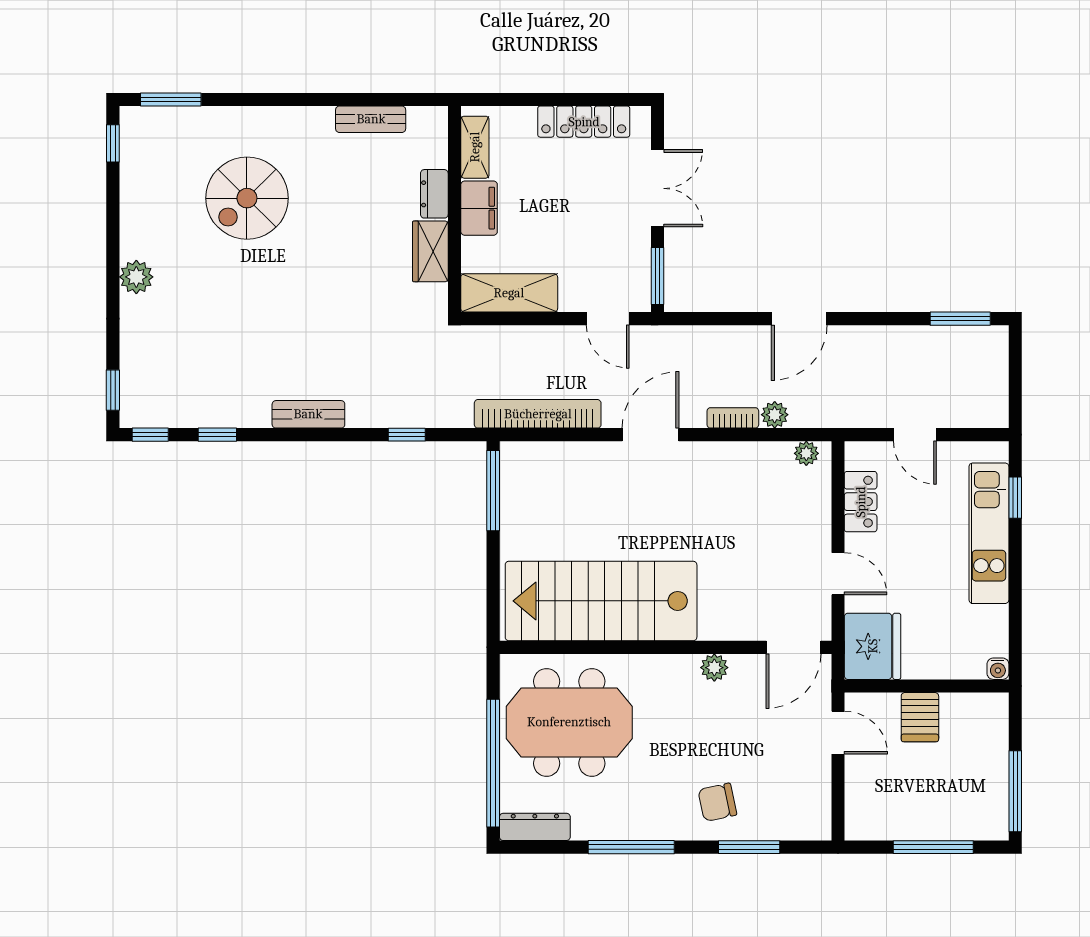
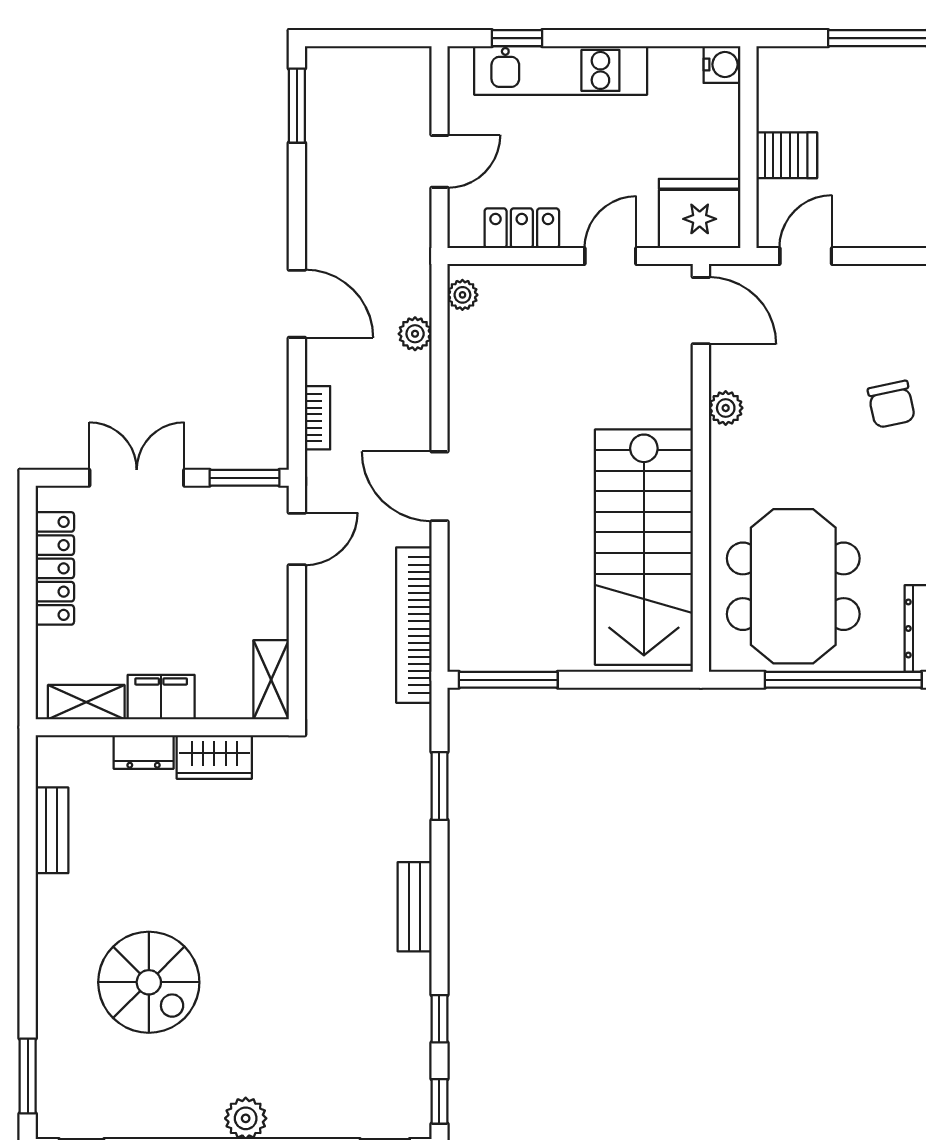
shelving: (509, 293) -> (271, 680), width x0.67, depth x0.75
bookcase: (733, 418) -> (317, 418), moved, turned 180
window: (407, 435) -> (439, 786), width x1.50
water cooler: (998, 669) -> (722, 64), width x1.38, depth x1.38

